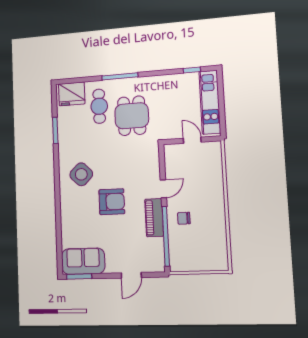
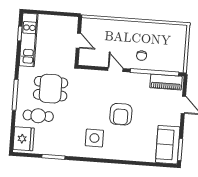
kitchen unit: (210, 102) -> (29, 40), moved, turned -90
door: (192, 140) -> (78, 41), swing flipped
side table: (81, 174) -> (94, 138), turned 45
armchair: (112, 202) -> (121, 114), turned 180
piano: (154, 218) -> (166, 82), moved

